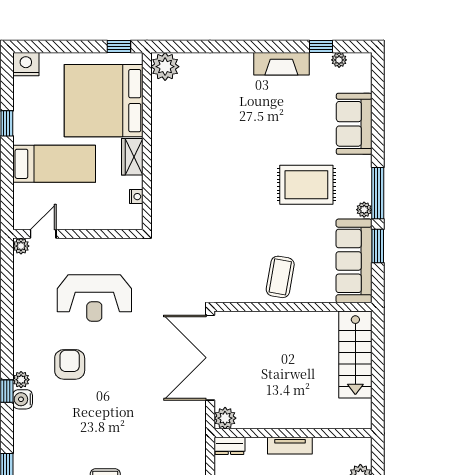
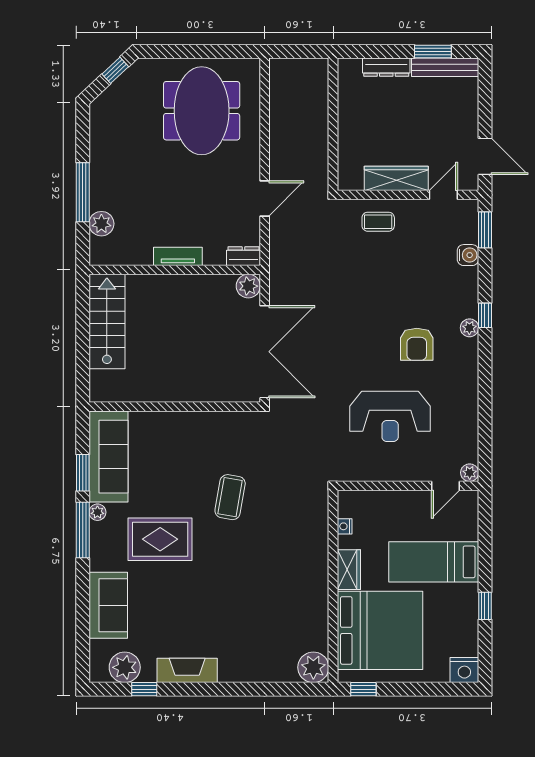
plant: (339, 60) -> (125, 667), width x1.88, depth x1.88
coffee table: (280, 277) -> (230, 497), moved
reception desk: (94, 298) -> (390, 416), turned 180
stairs: (355, 355) -> (107, 321), moved
water cooler: (23, 399) -> (468, 255), moved

